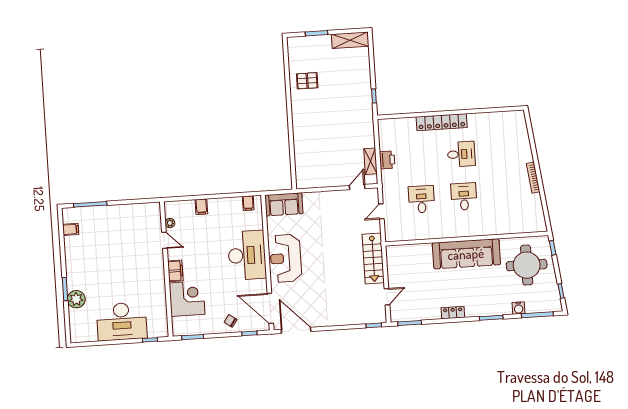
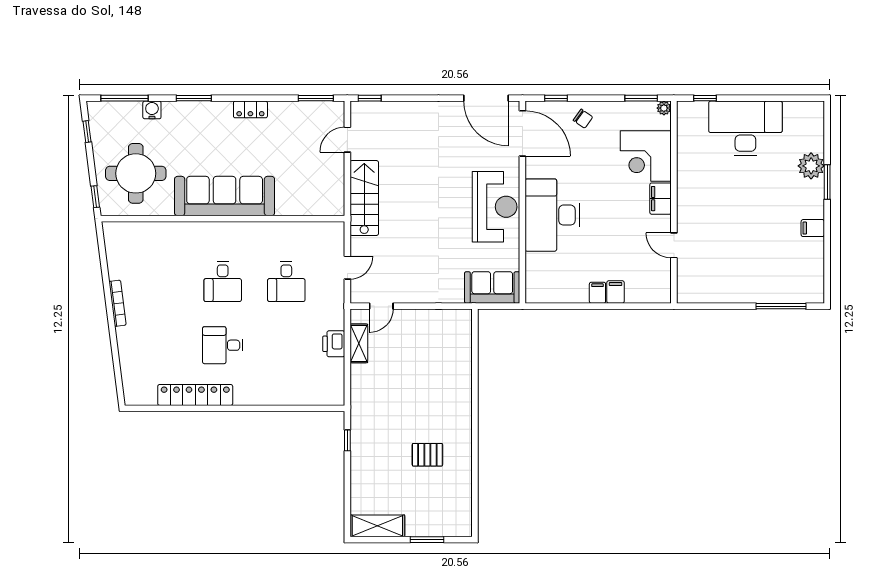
pallet: (307, 81) -> (427, 455), moved
locker: (442, 122) -> (195, 395), moved
filing cabinet: (248, 203) -> (597, 293), moved
plant: (170, 223) -> (664, 108), moved
filing cabinet: (71, 229) -> (813, 228), moved

